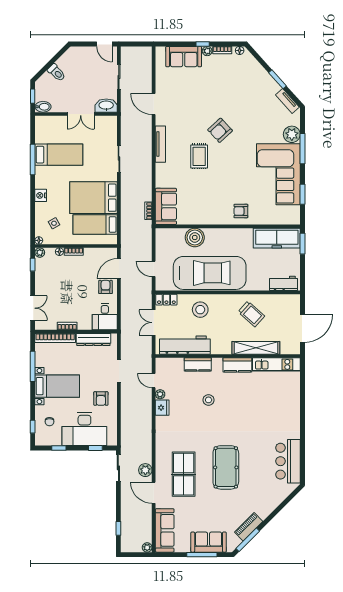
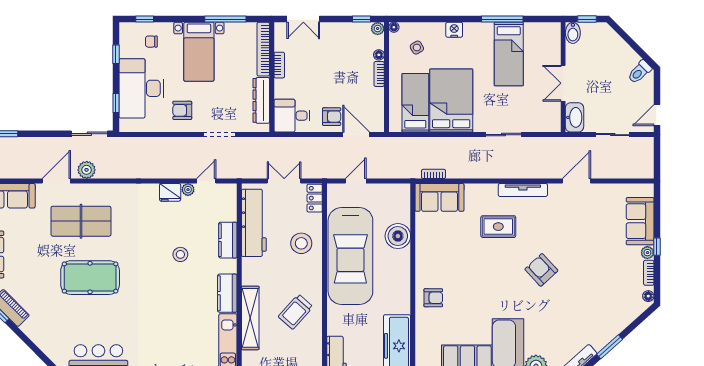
toilet: (57, 73) -> (640, 72), moved
rug: (199, 156) -> (498, 227), moved
armchair: (241, 211) -> (433, 298), turned 90

